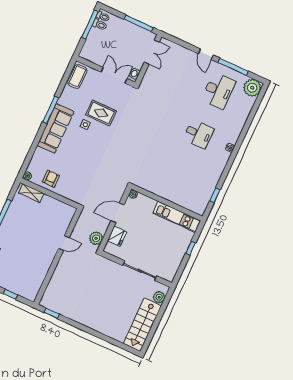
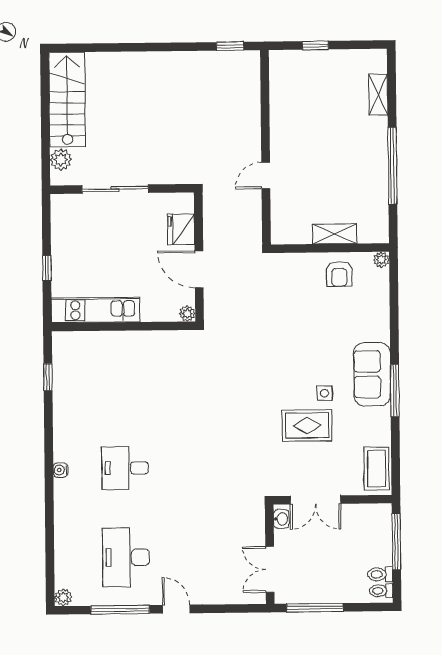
window: (90, 25) -> (396, 541), moved
plant: (252, 88) -> (63, 597), width x0.53, depth x0.53
sofa: (55, 128) -> (372, 374), width x0.73
shelving: (31, 193) -> (335, 234), moved
door: (118, 213) -> (199, 269), swing flipped
plant: (96, 238) -> (215, 209), removed

